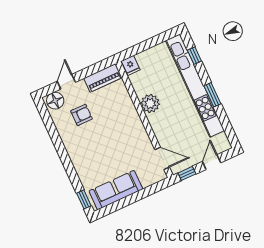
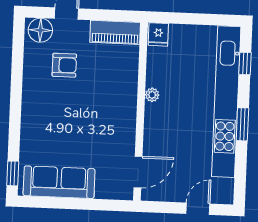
plant: (150, 103) -> (152, 95), width x0.53, depth x0.53
door: (162, 158) -> (138, 172), hinge flipped
window: (187, 173) -> (160, 207), removed

